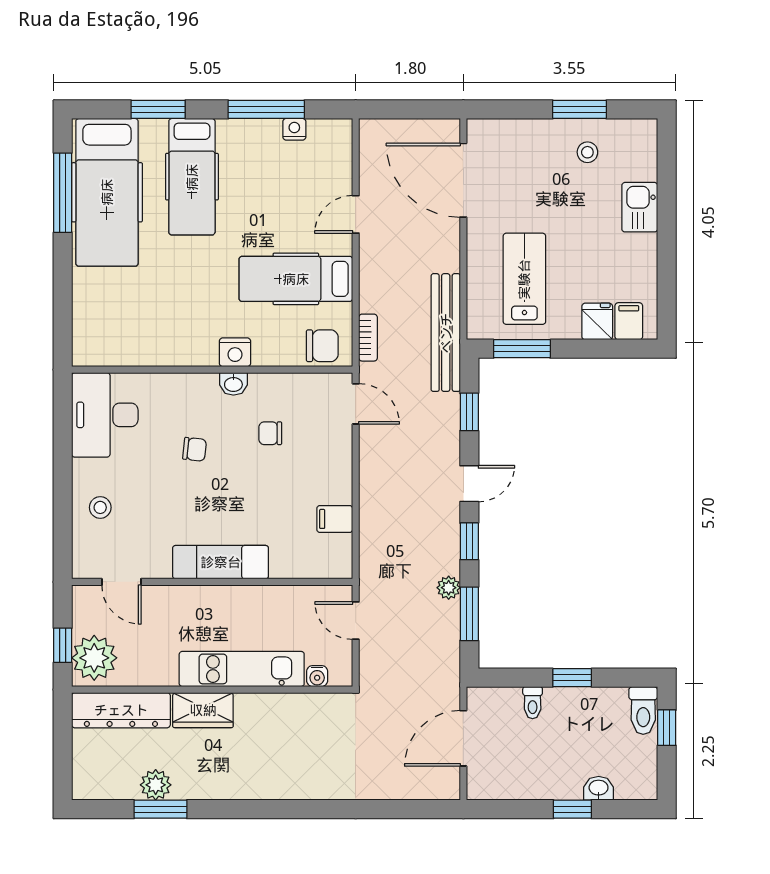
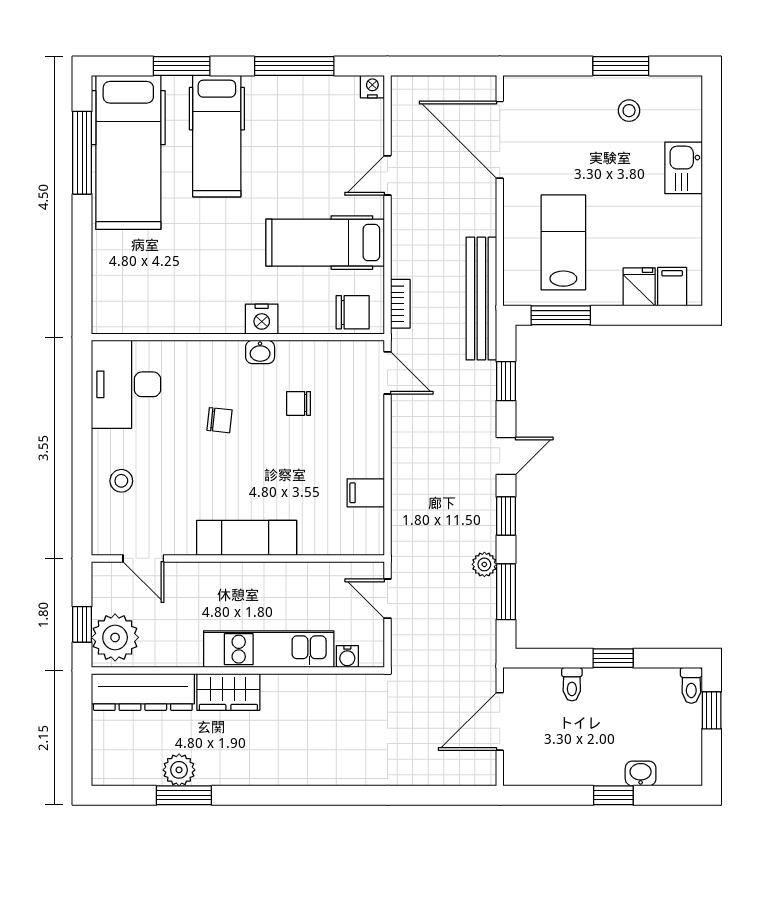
nightstand: (294, 129) -> (372, 87), moved
toilet: (643, 710) -> (691, 685), width x0.73, depth x0.72

